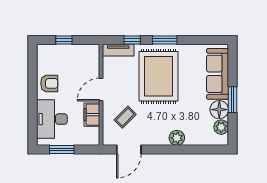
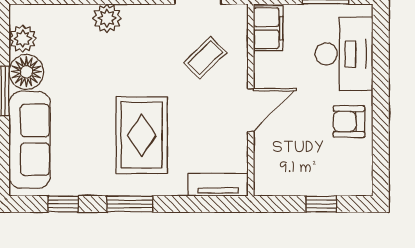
window: (132, 40) -> (63, 204), moved
rug: (158, 76) -> (142, 135), width x0.73, depth x0.69
filing cabinet: (92, 115) -> (268, 28), moved

